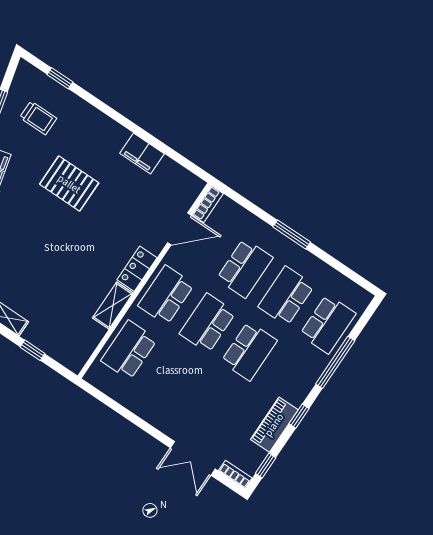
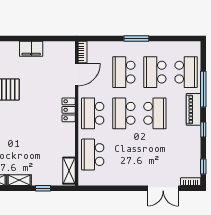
school desk: (245, 268) -> (124, 72), turned 180
shelving: (113, 306) -> (69, 171), moved
piano: (274, 425) -> (193, 109), moved

